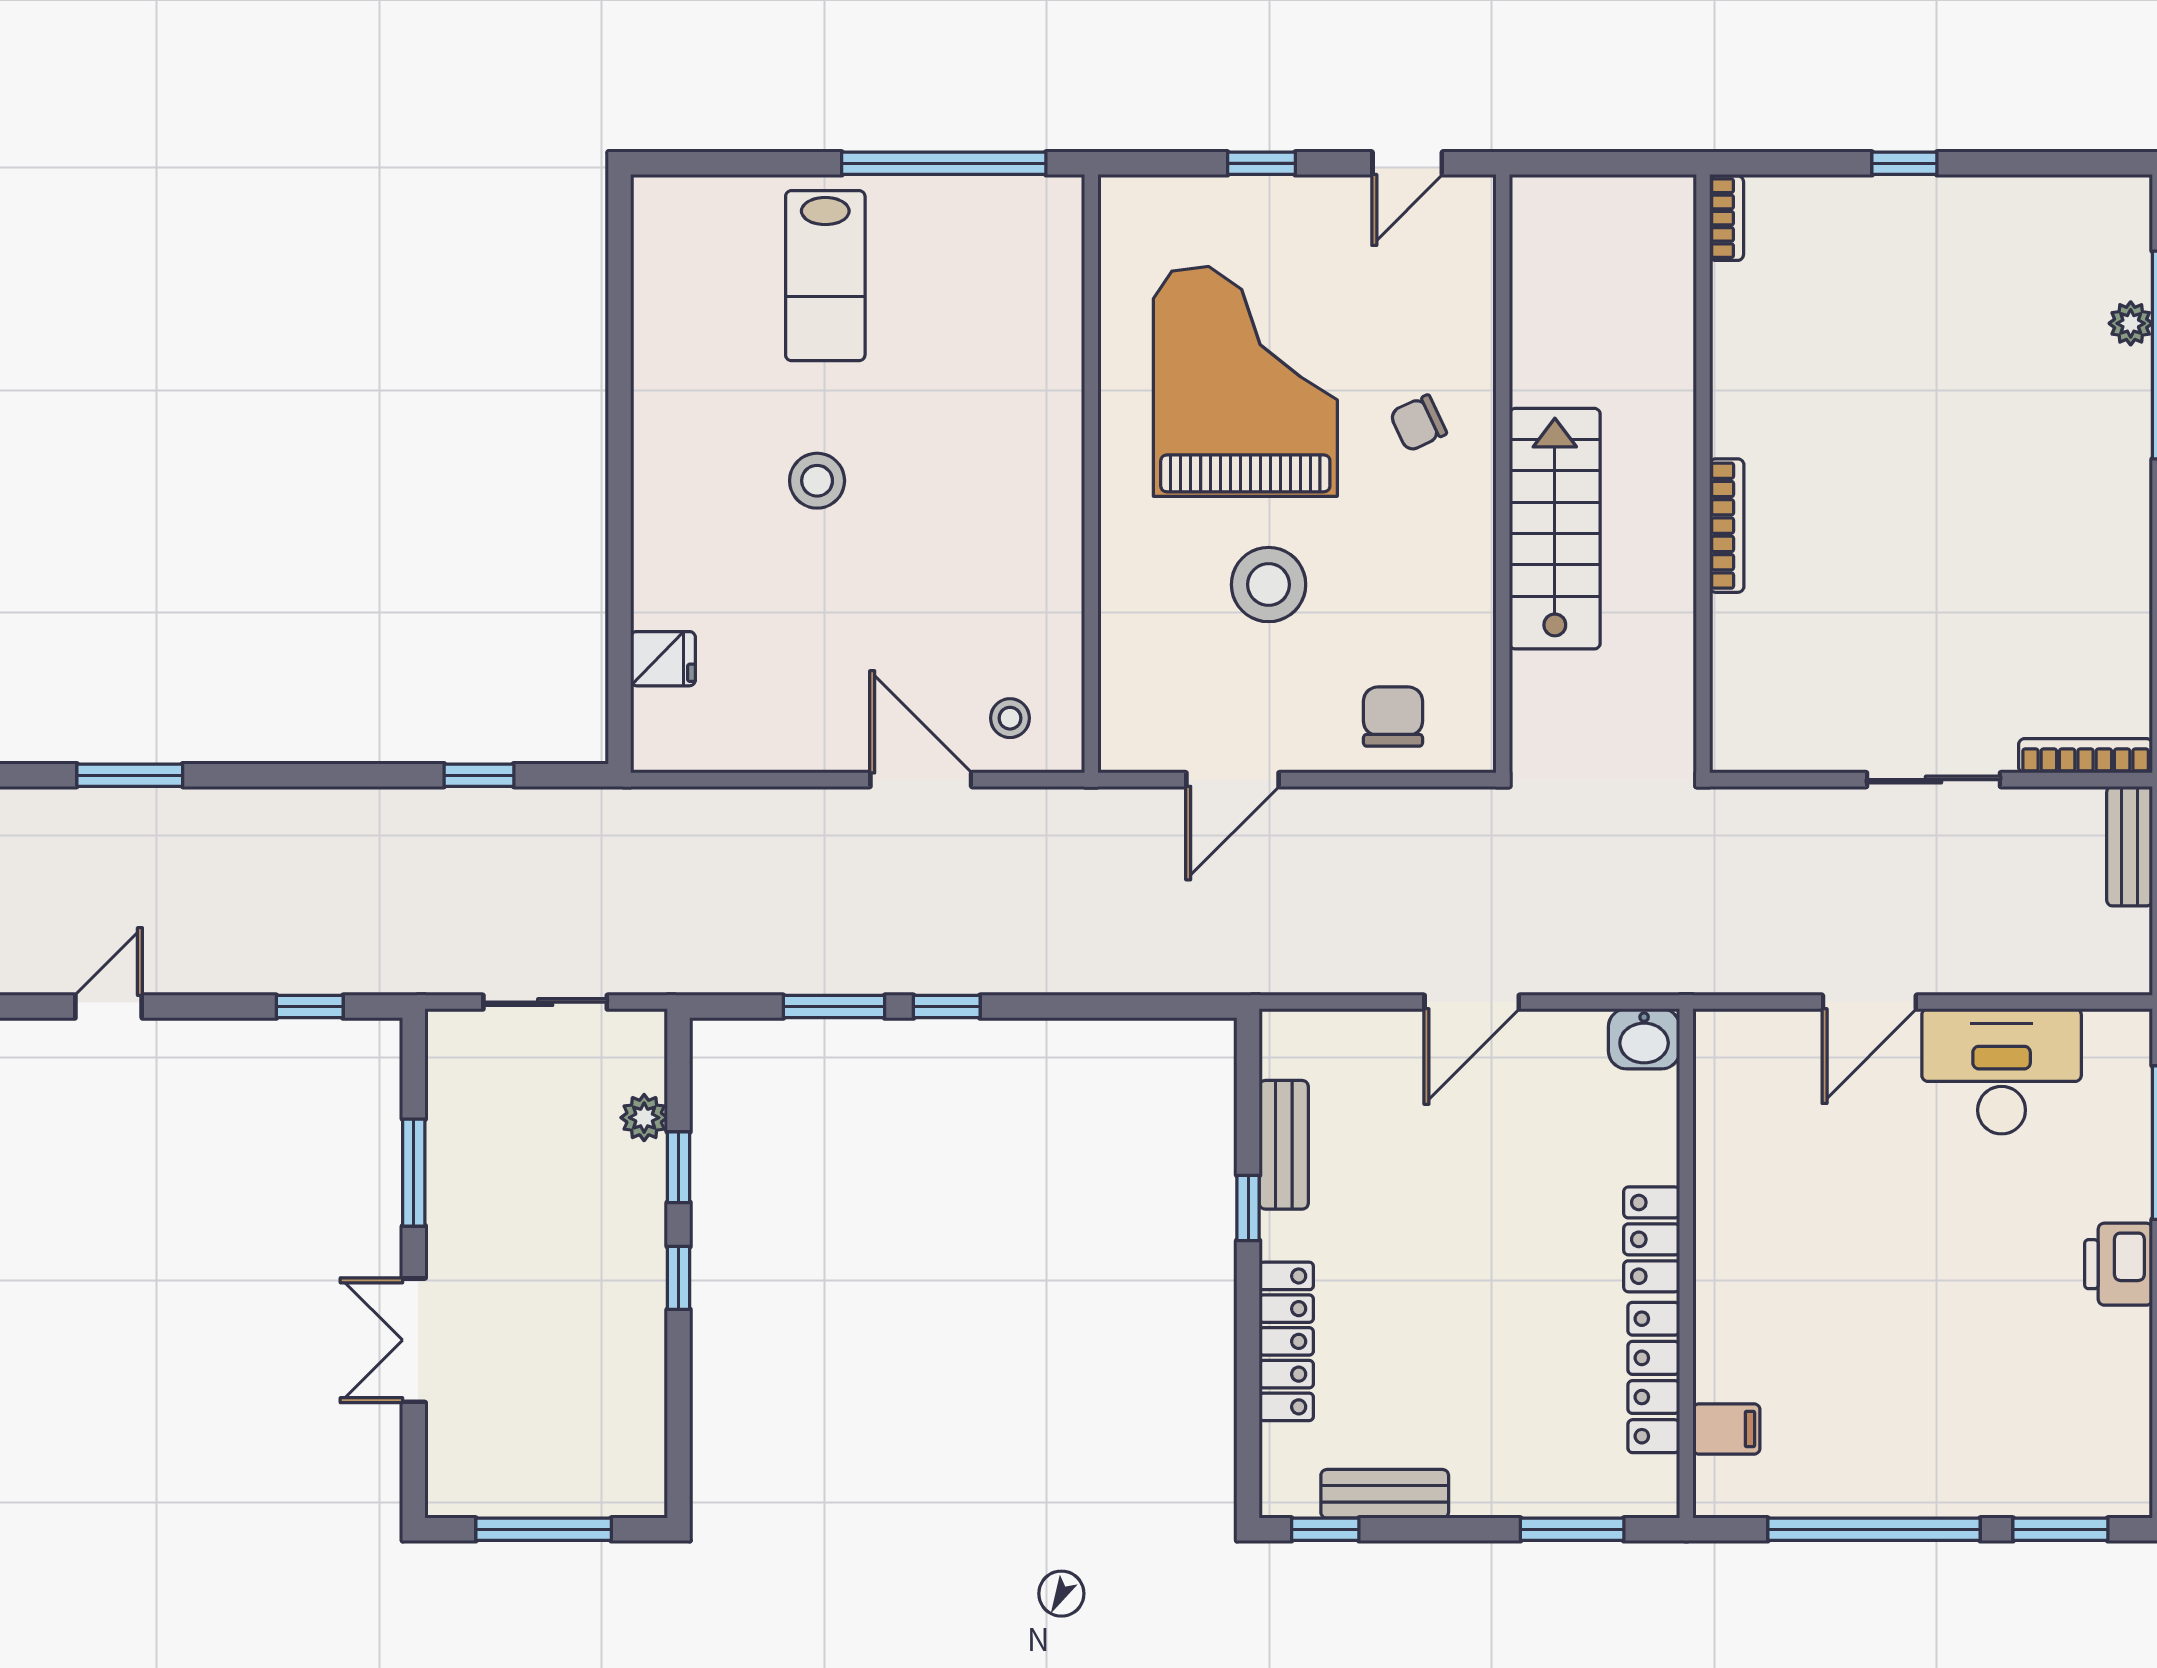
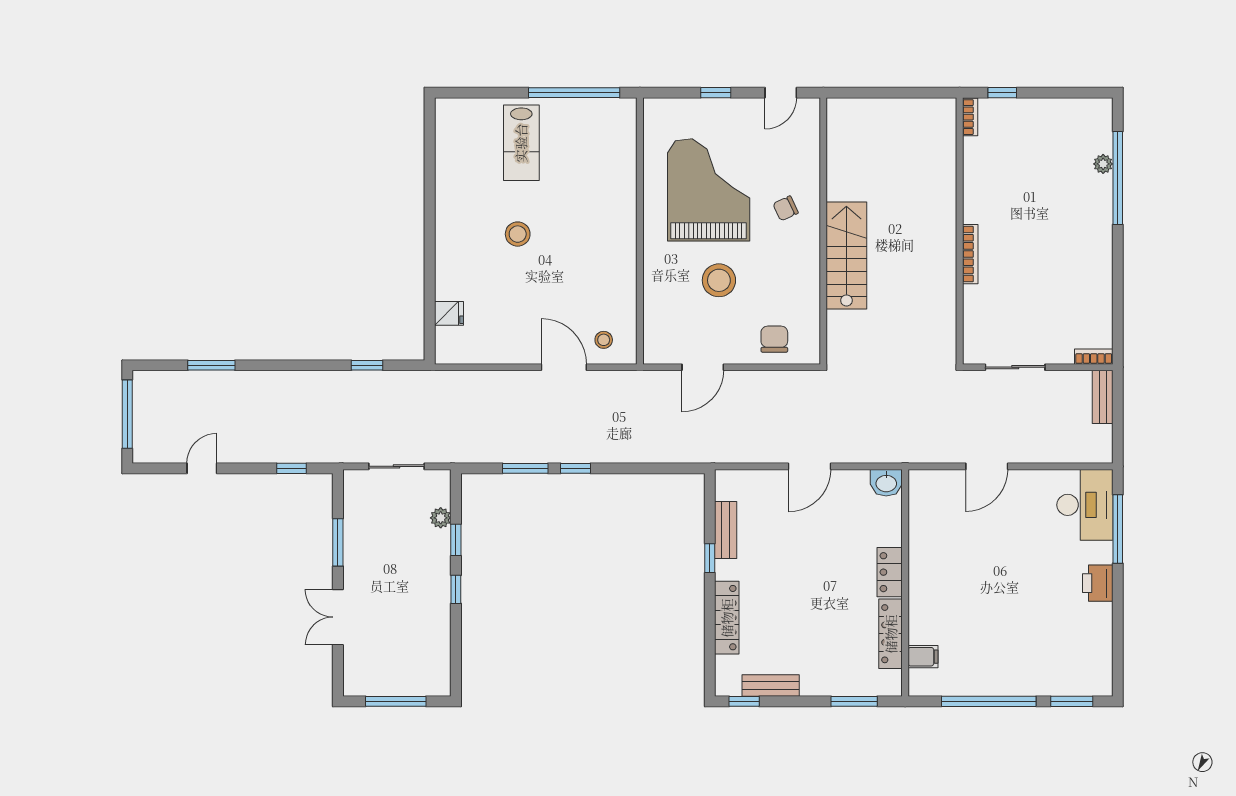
bookcase: (1727, 218) -> (970, 117), moved
wall: (1703, 474) -> (960, 231), moved
bookcase: (1727, 526) -> (970, 254), moved
bookcase: (2086, 756) -> (1094, 357), width x0.64
desk: (2002, 1071) -> (1085, 505), moved, turned 90

